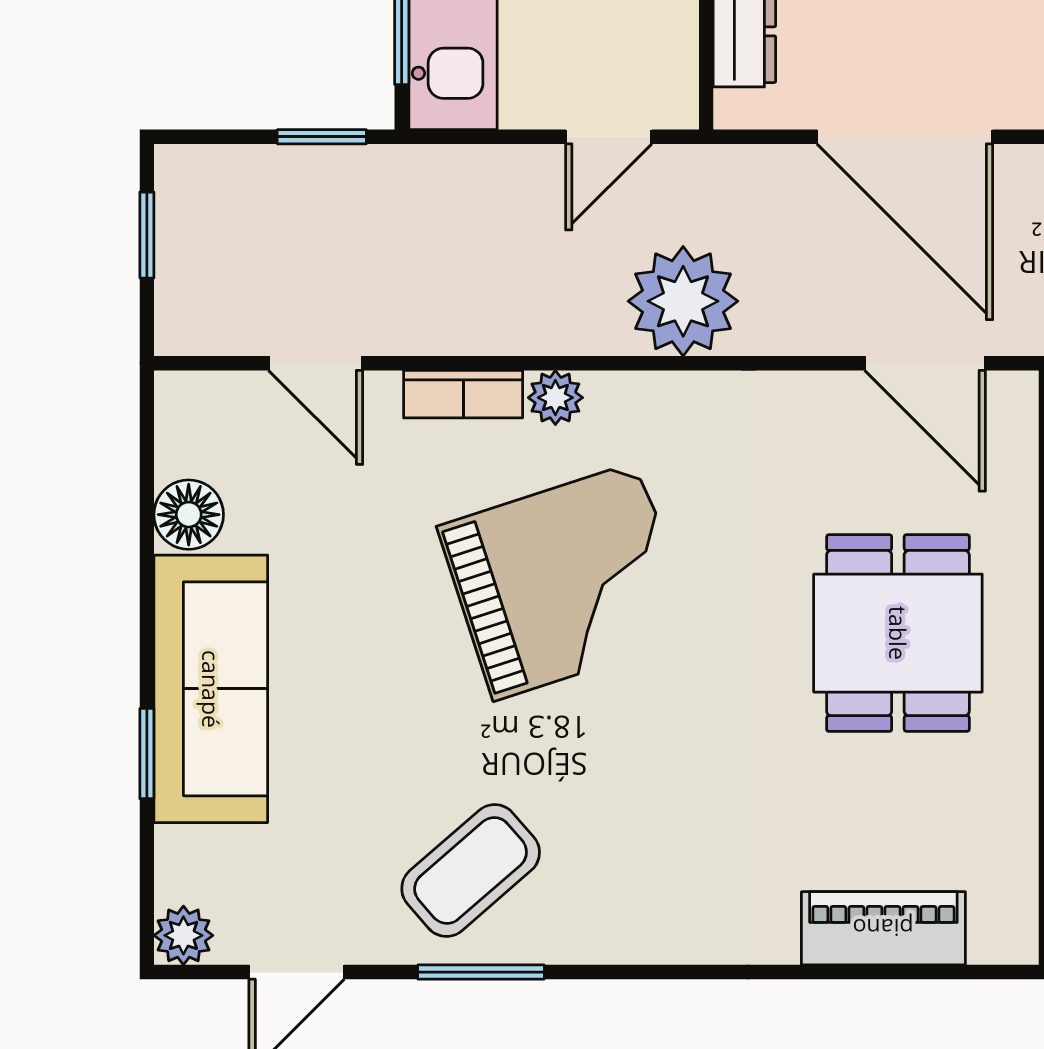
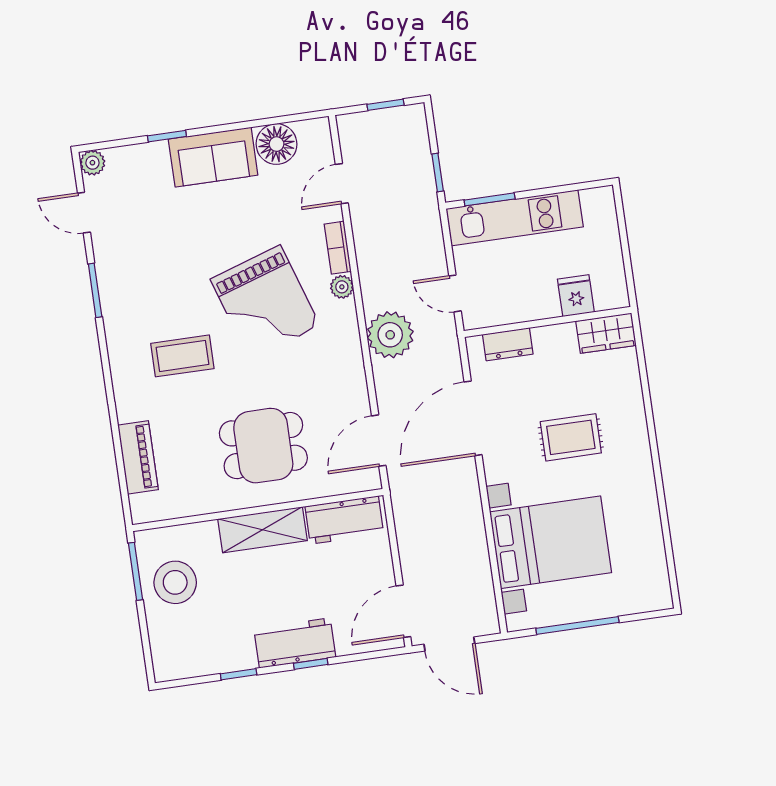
floor lamp: (189, 515) -> (277, 144), width x1.38, depth x1.38
sofa: (211, 689) -> (213, 157), width x0.73
coffee table: (471, 870) -> (182, 356), moved, turned -49

